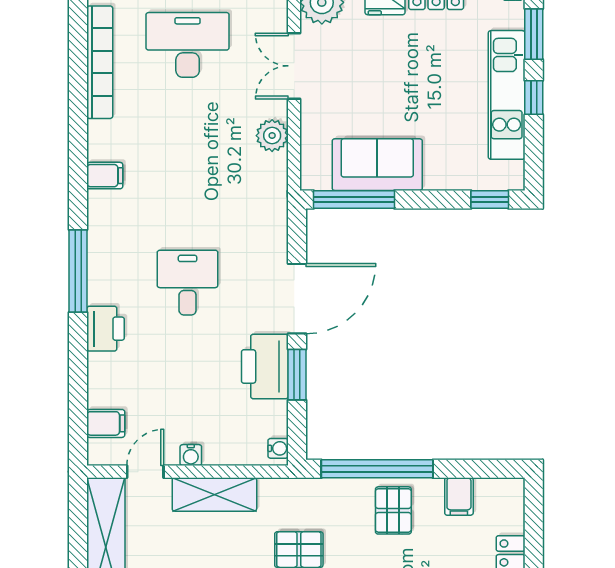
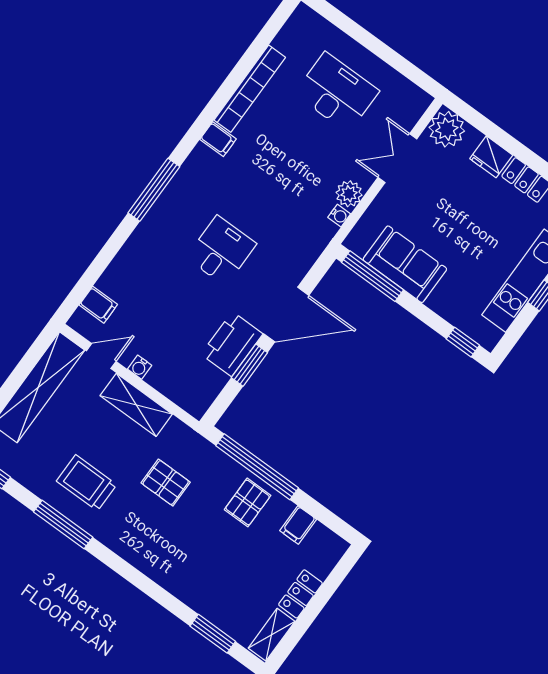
bookcase: (100, 62) -> (250, 89), moved
printer: (106, 329) -> (144, 241), removed
water cooler: (278, 448) -> (339, 216), moved

